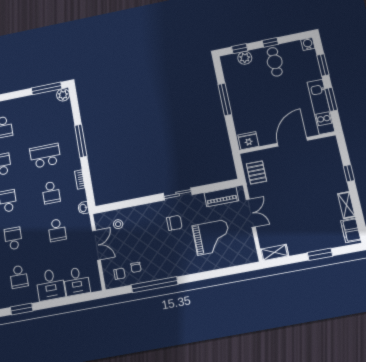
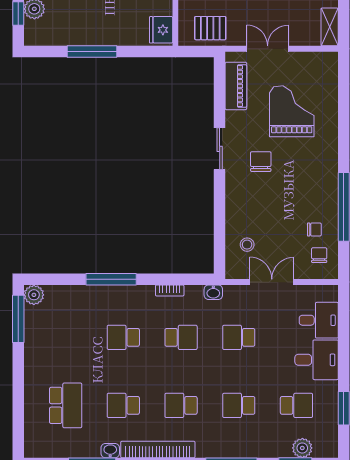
school desk: (45, 156) -> (123, 337), width x0.54
school desk: (57, 230) -> (239, 337), turned 180

